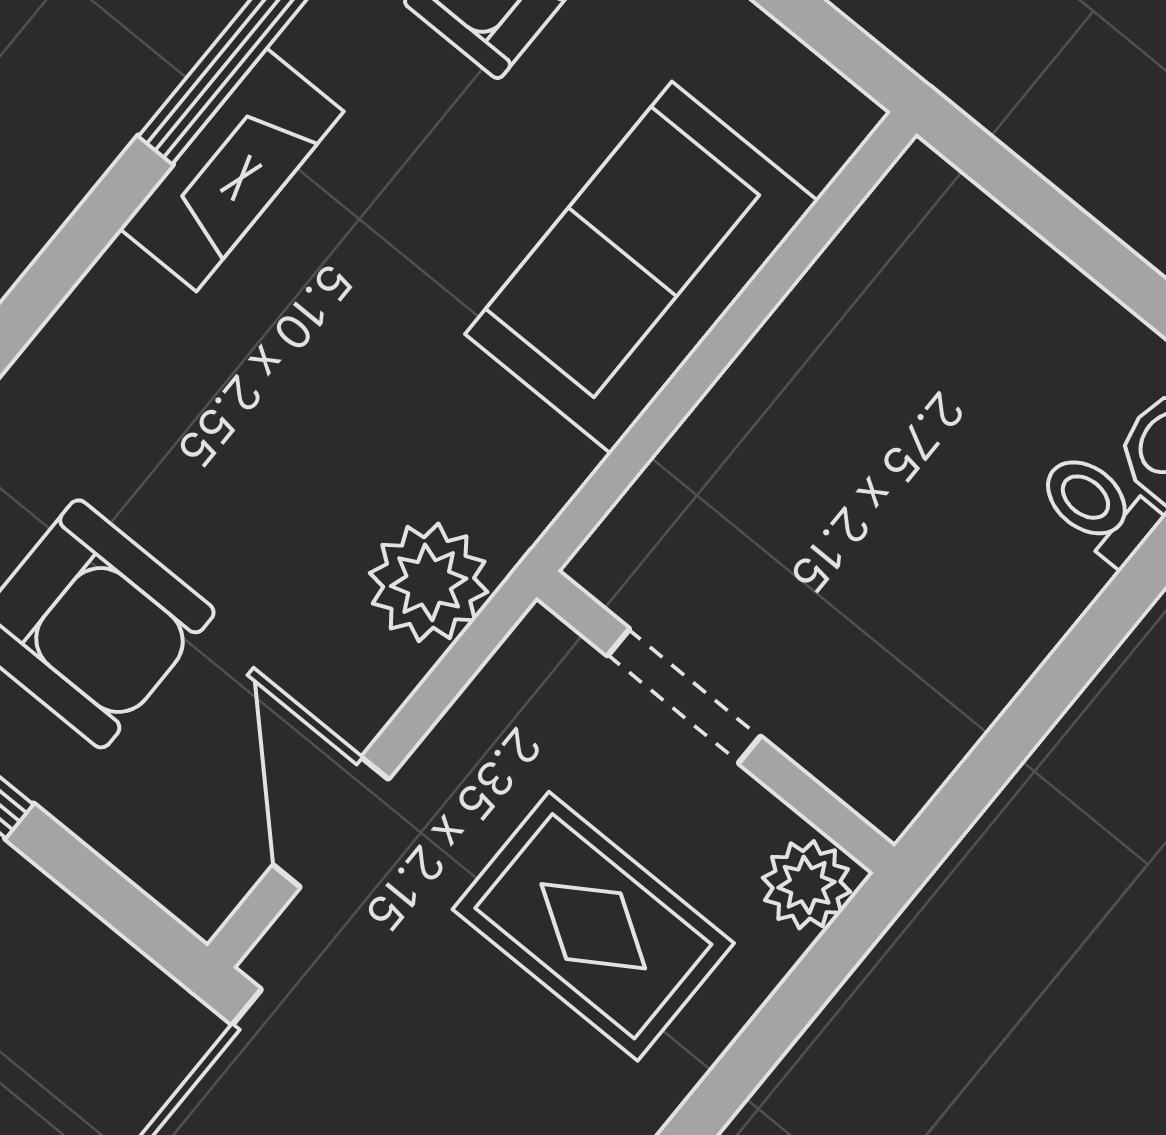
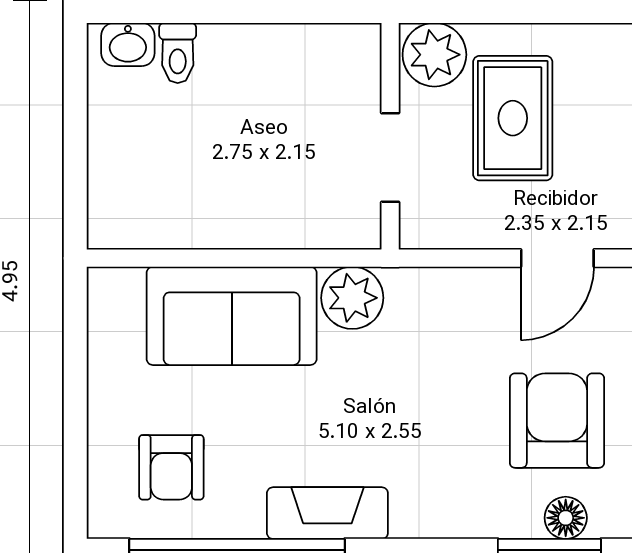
plant: (429, 582) -> (352, 298), moved
plant: (807, 885) -> (434, 55), width x1.38, depth x1.38

